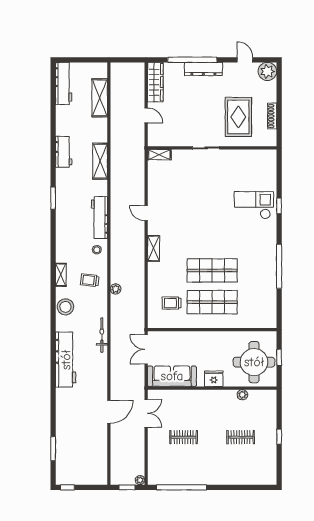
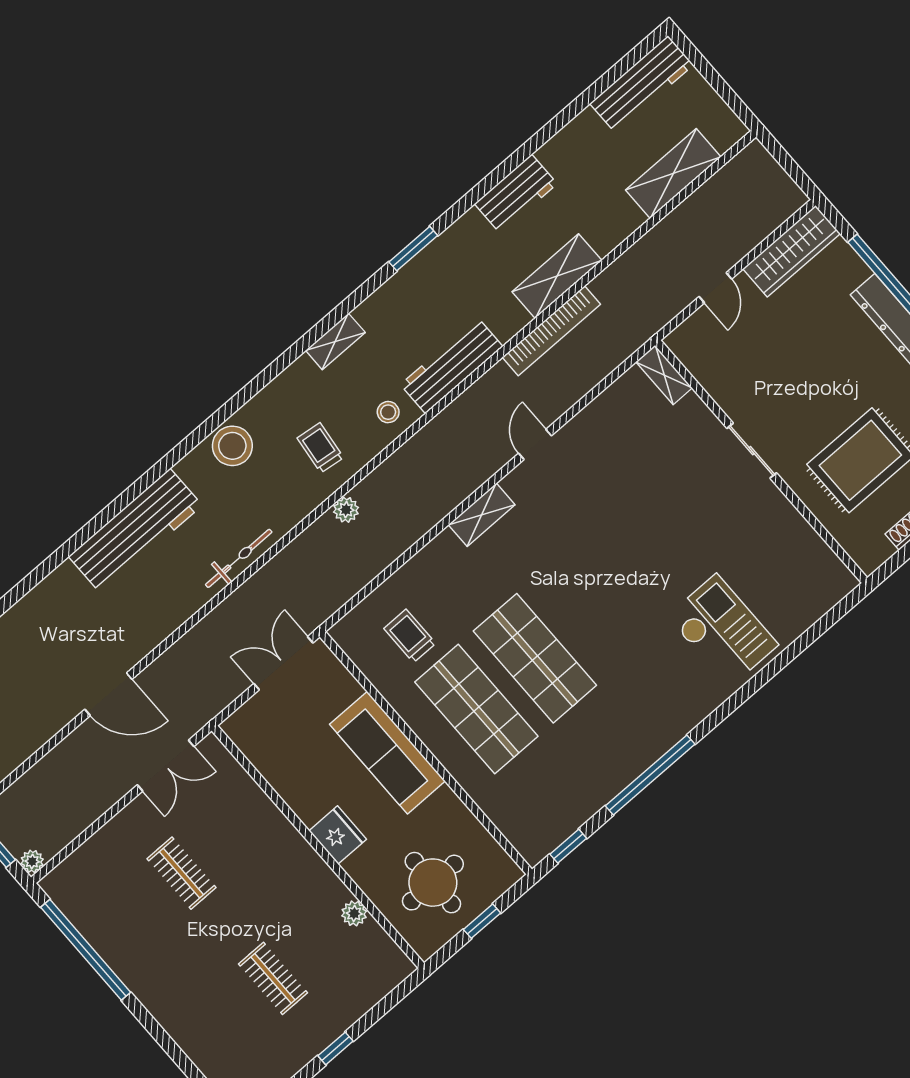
bookcase: (115, 178) -> (551, 331), added
window: (279, 206) -> (568, 846), moved
shelving: (61, 275) -> (335, 341), moved
round table: (254, 362) -> (433, 883), width x0.73, depth x0.73
sofa: (172, 376) -> (387, 753), moved, turned 180

